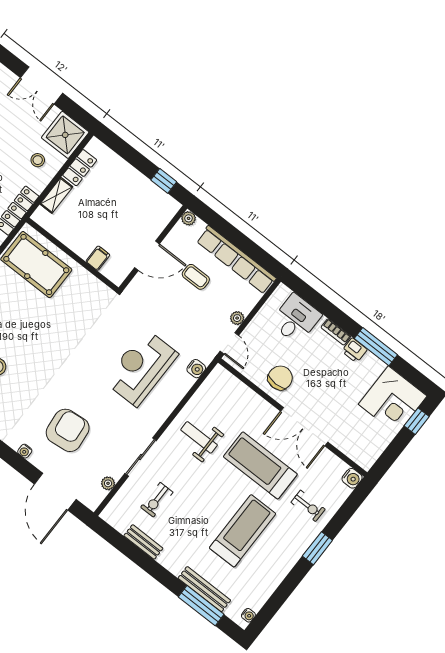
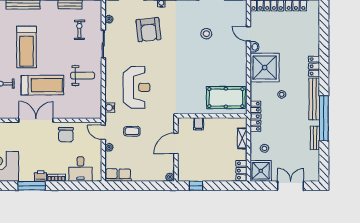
locker: (80, 168) -> (241, 171), moved
row of seats: (236, 260) -> (118, 175), width x0.50
coffee table: (196, 277) -> (132, 131), moved

